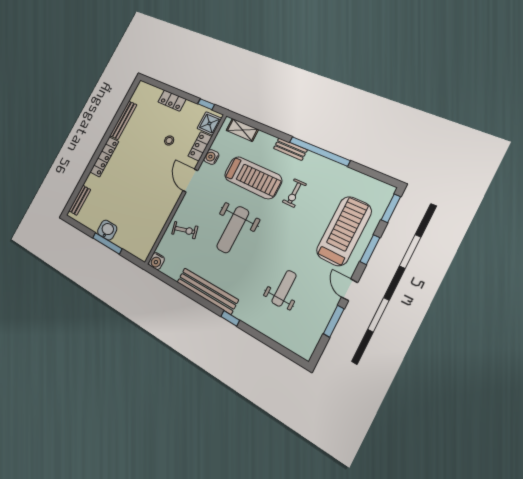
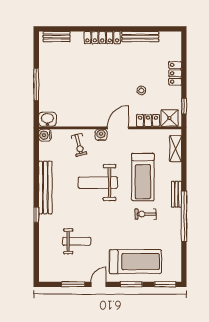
water cooler: (211, 157) -> (101, 135), moved
washbasin: (107, 230) -> (47, 119), moved, turned -90

